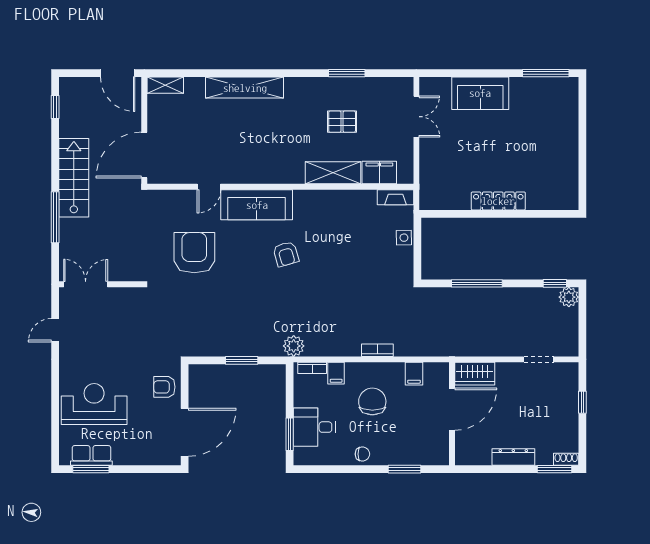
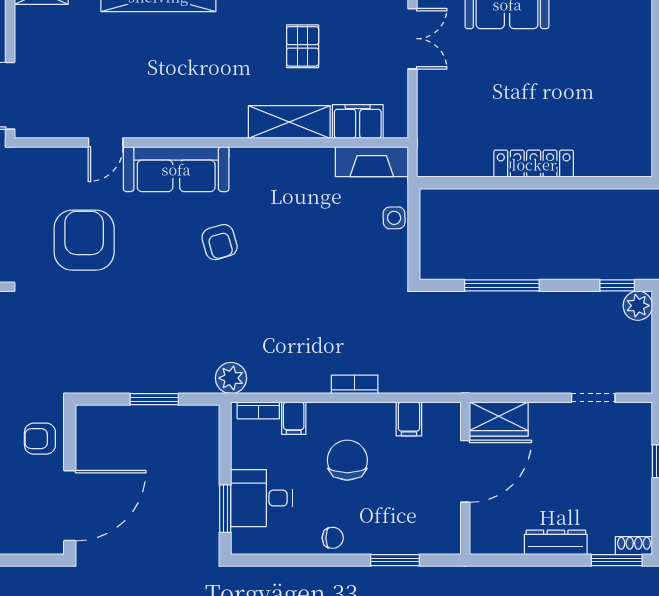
pallet: (342, 122) -> (303, 46), turned 90
fireplace: (396, 197) -> (372, 162), width x1.37, depth x1.32

